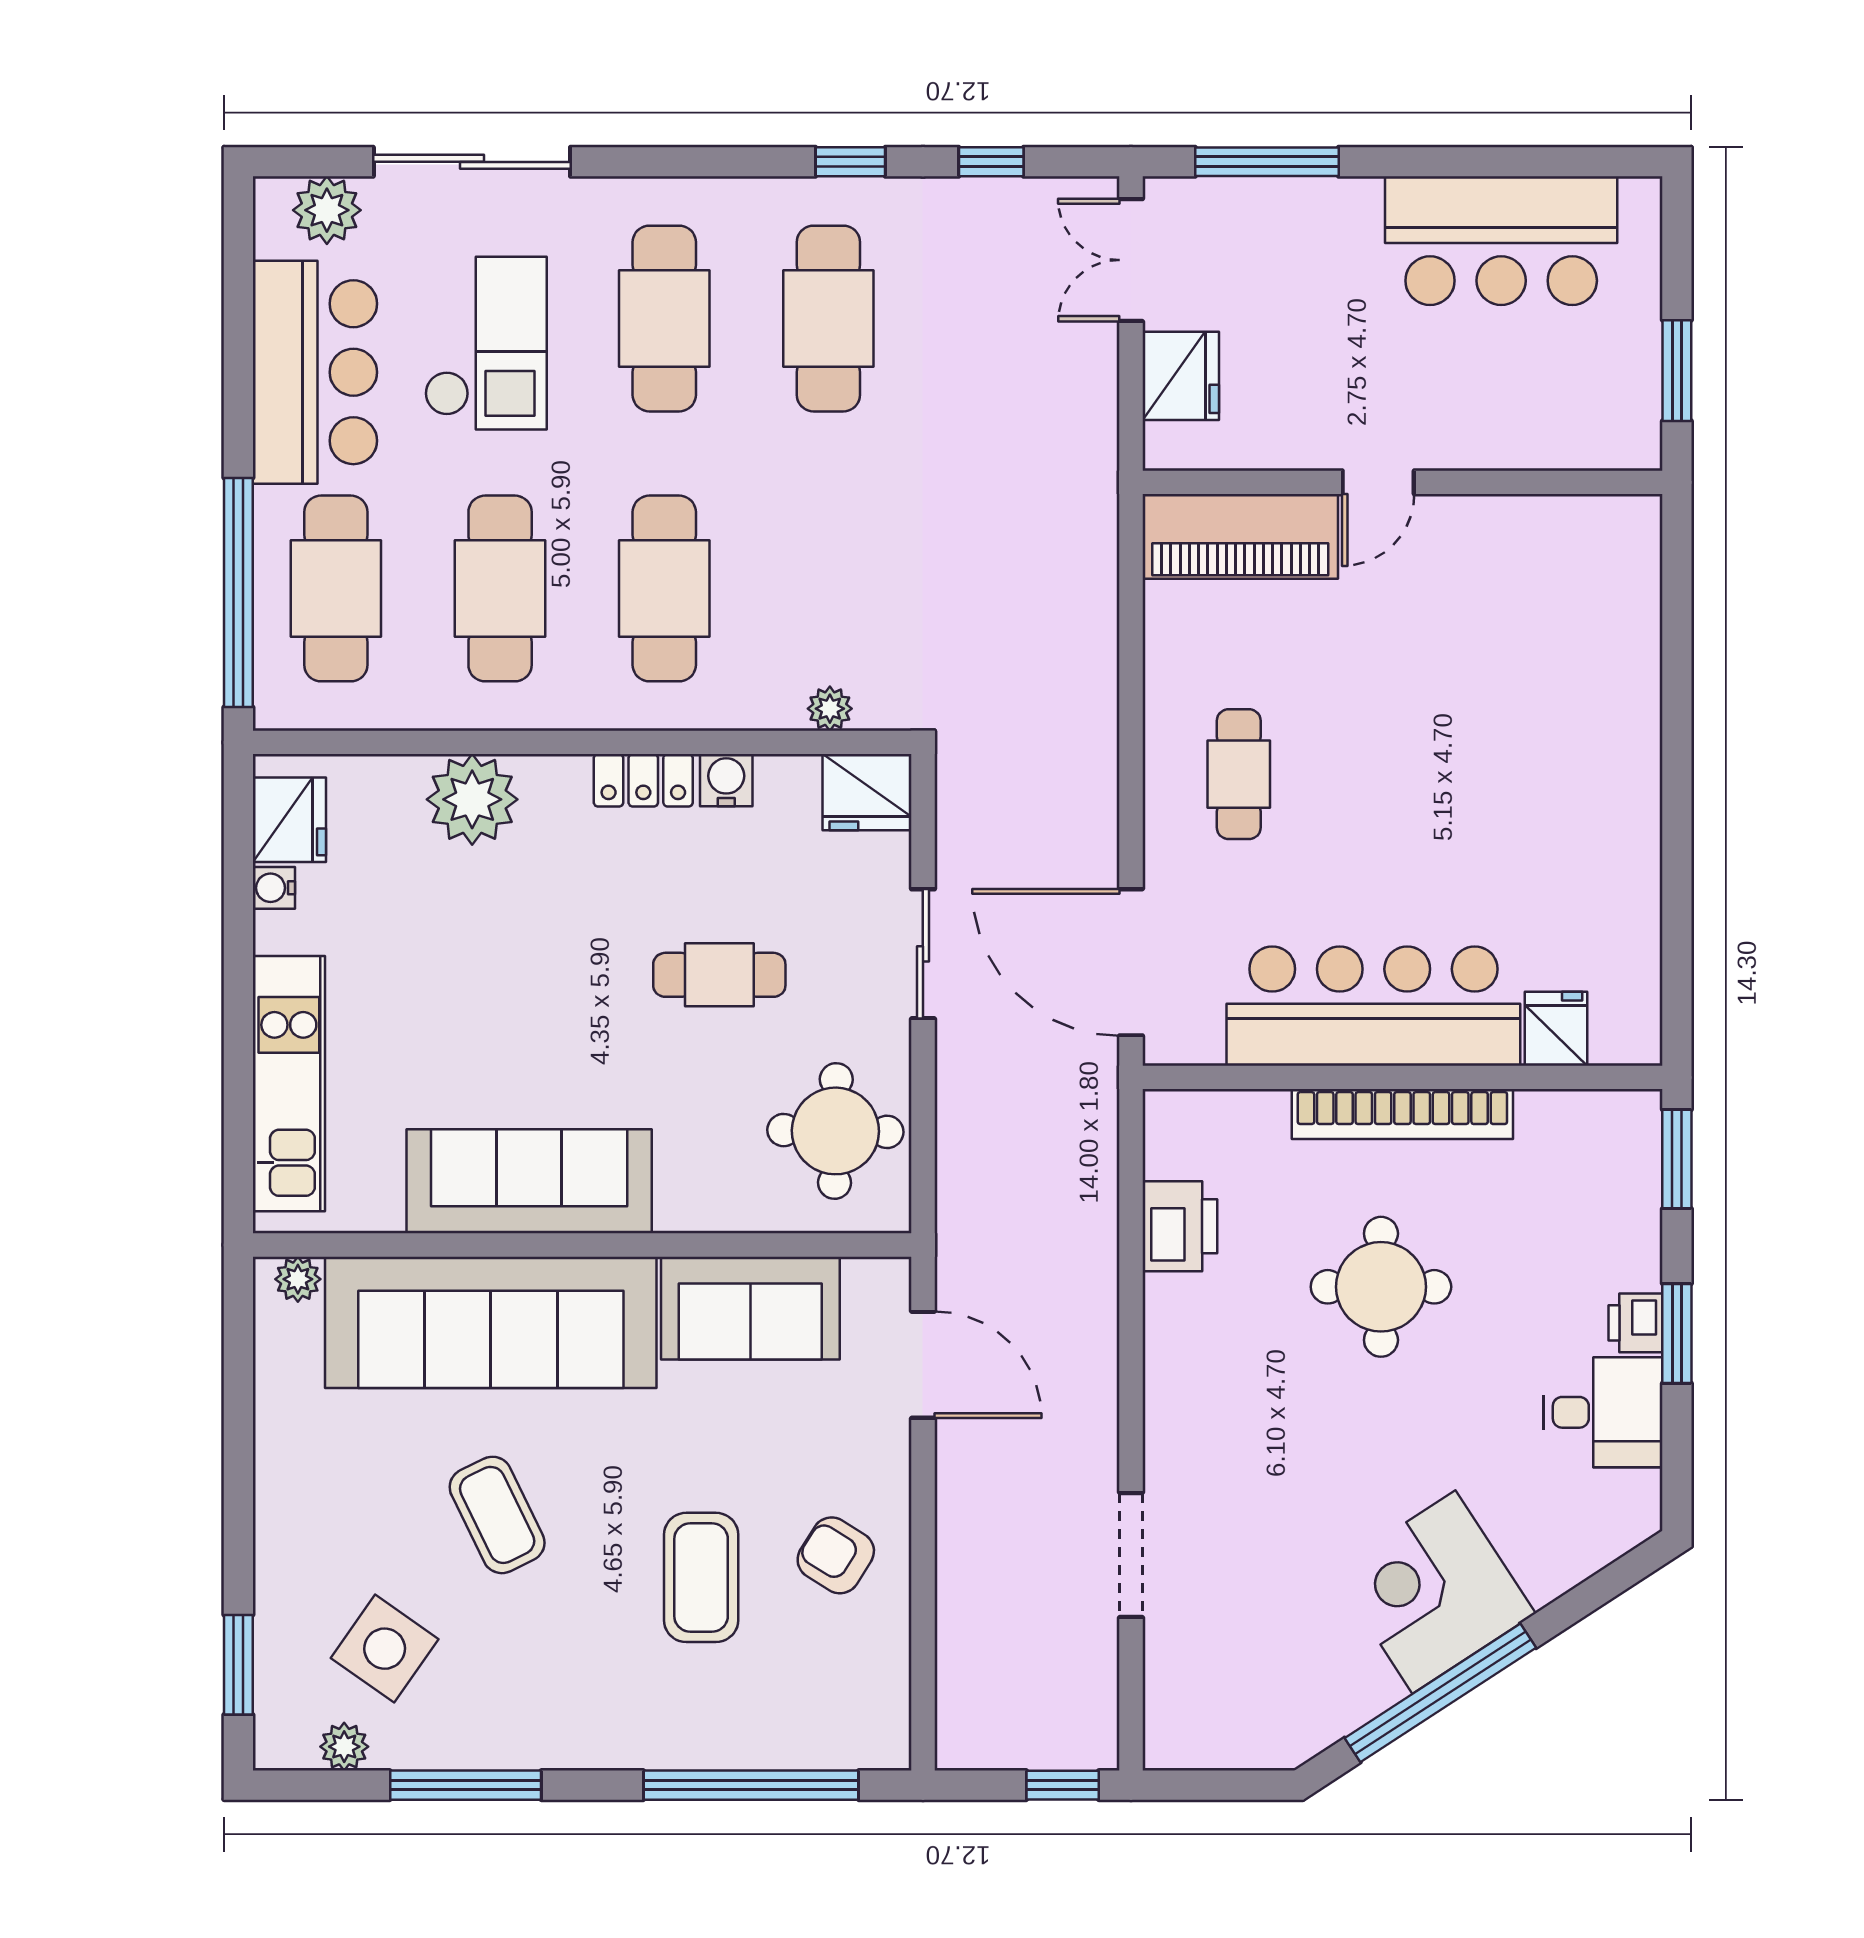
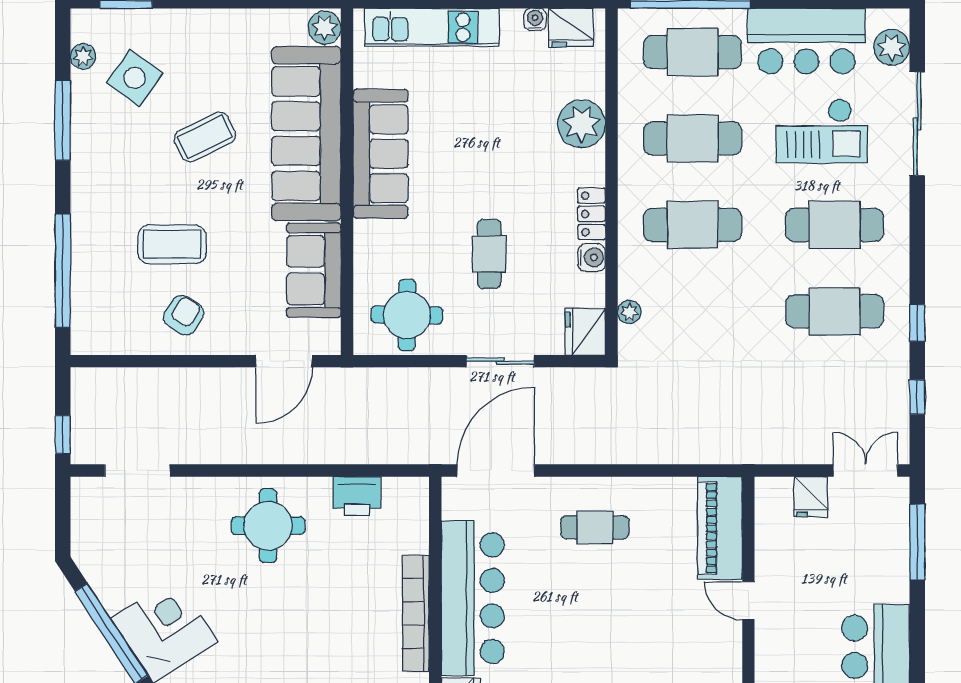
fridge: (1181, 376) -> (811, 497), width x0.72
plant: (298, 1279) -> (325, 28), width x1.38, depth x1.38
round table: (1381, 1287) -> (268, 526), moved
doorway: (1131, 1555) -> (137, 471), moved

